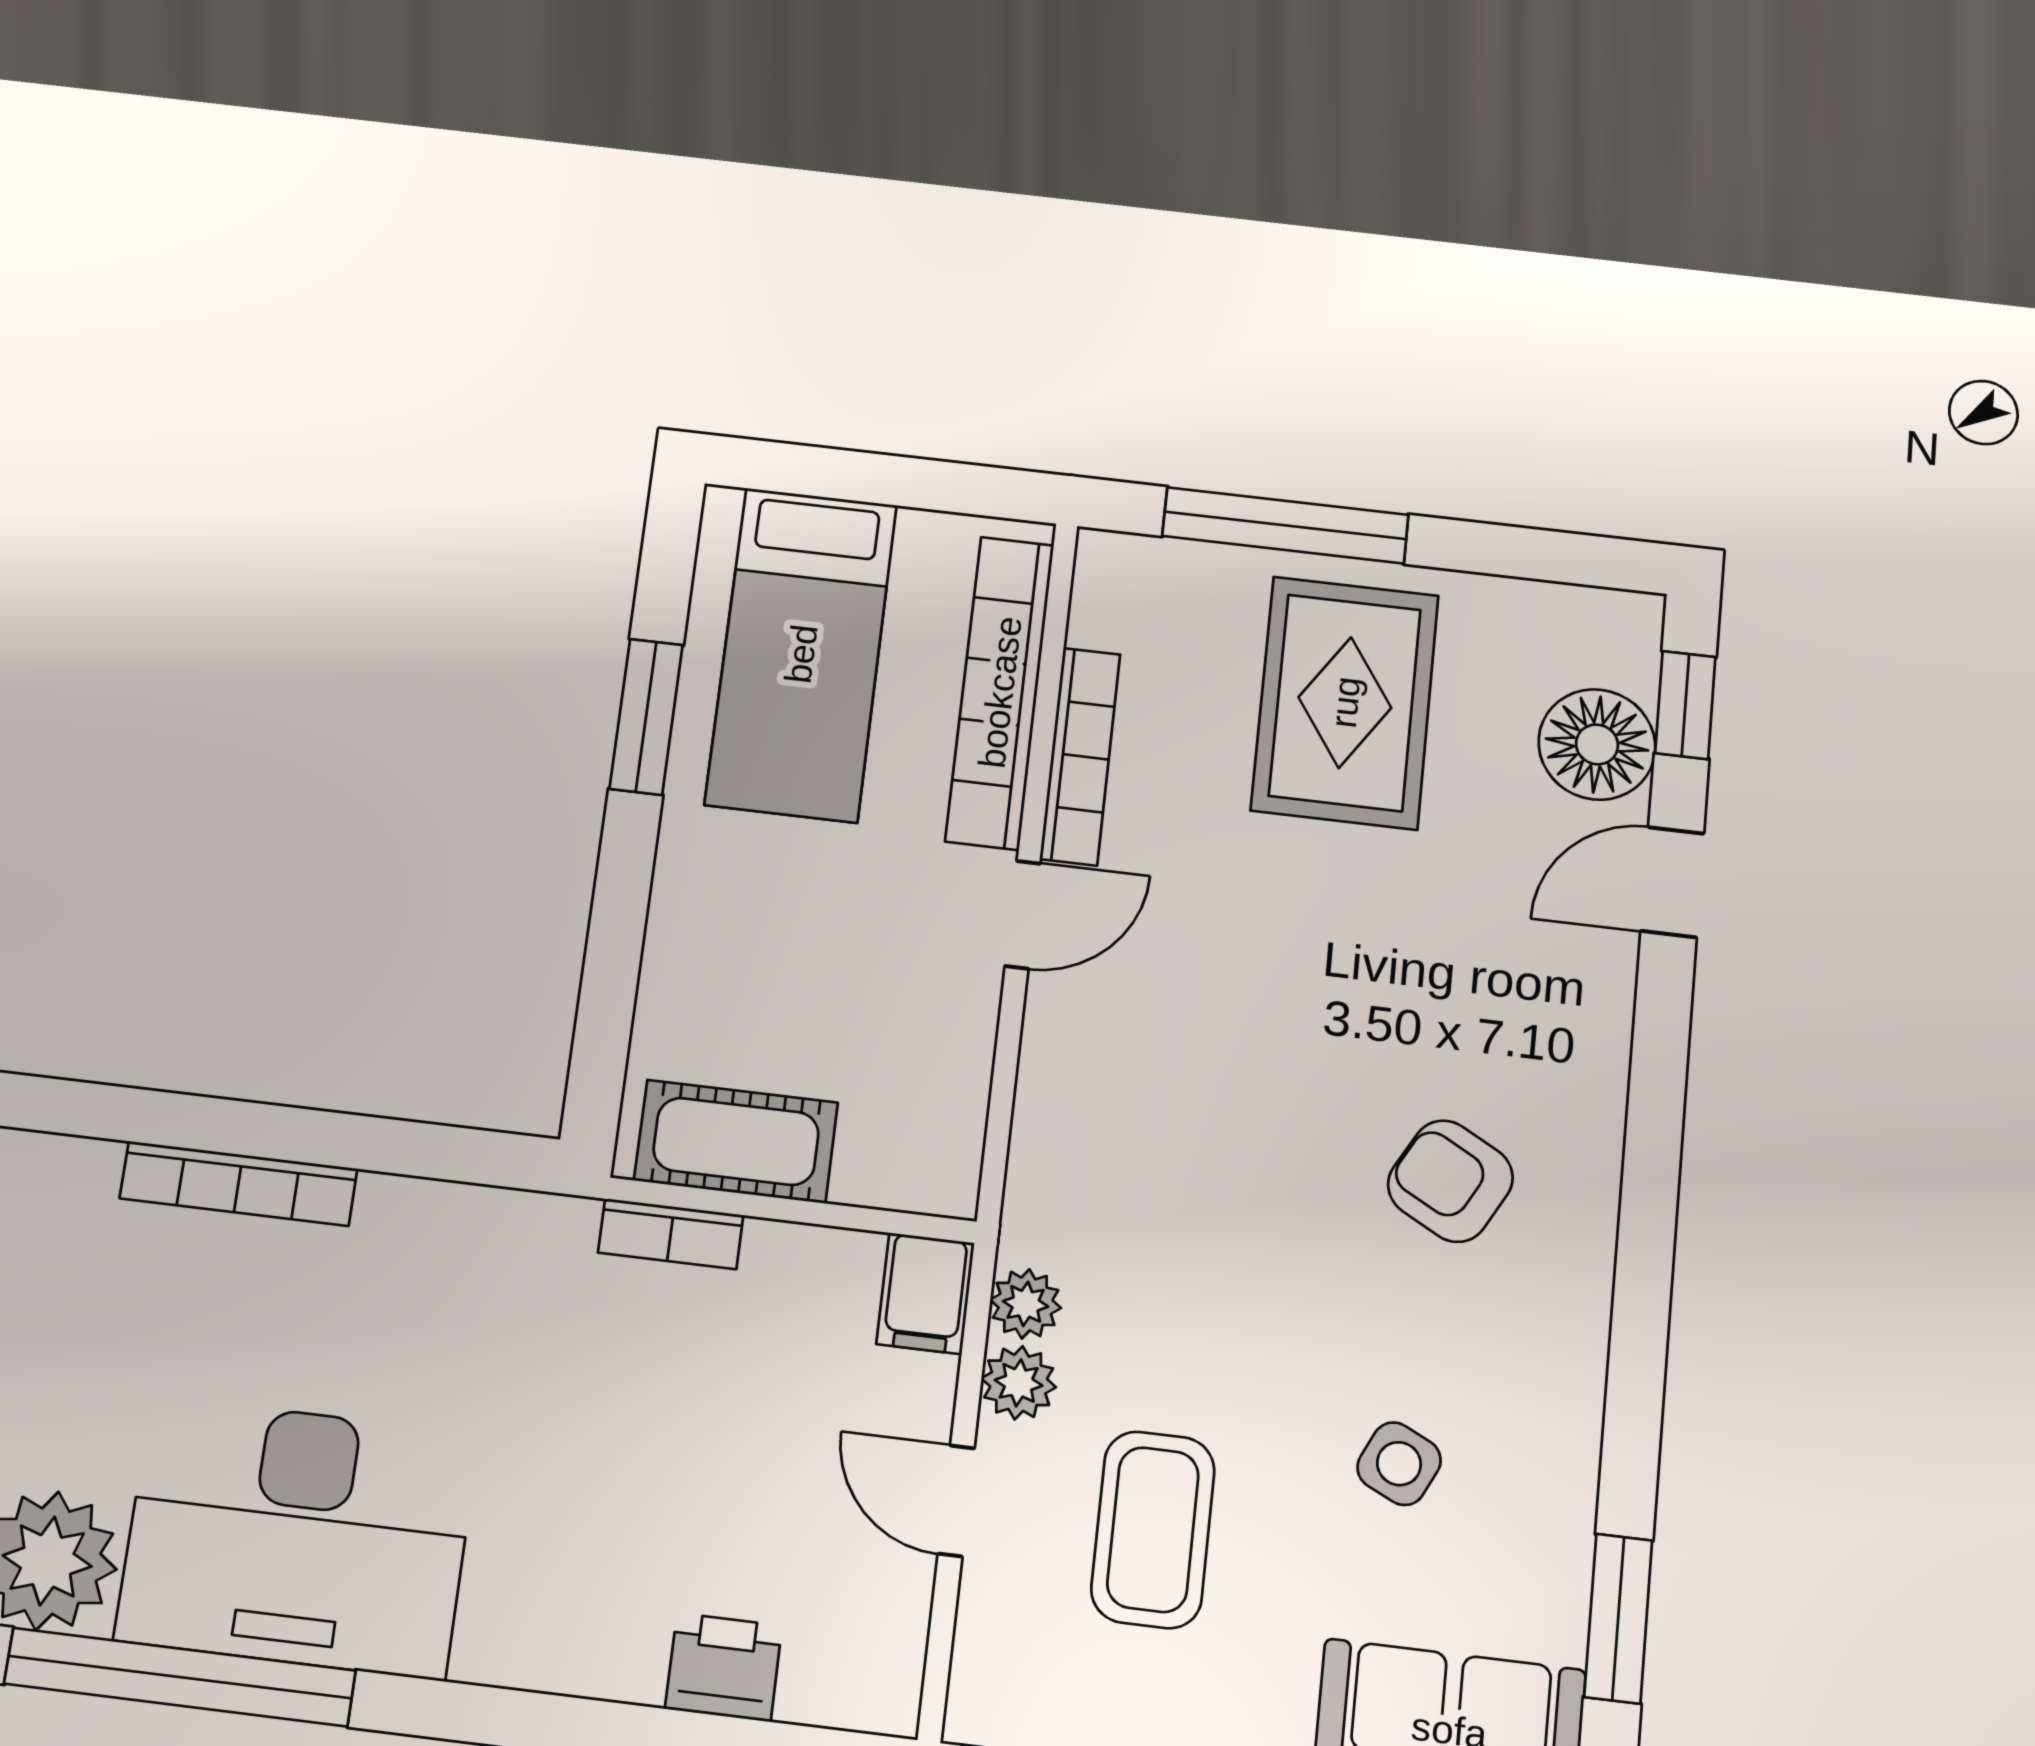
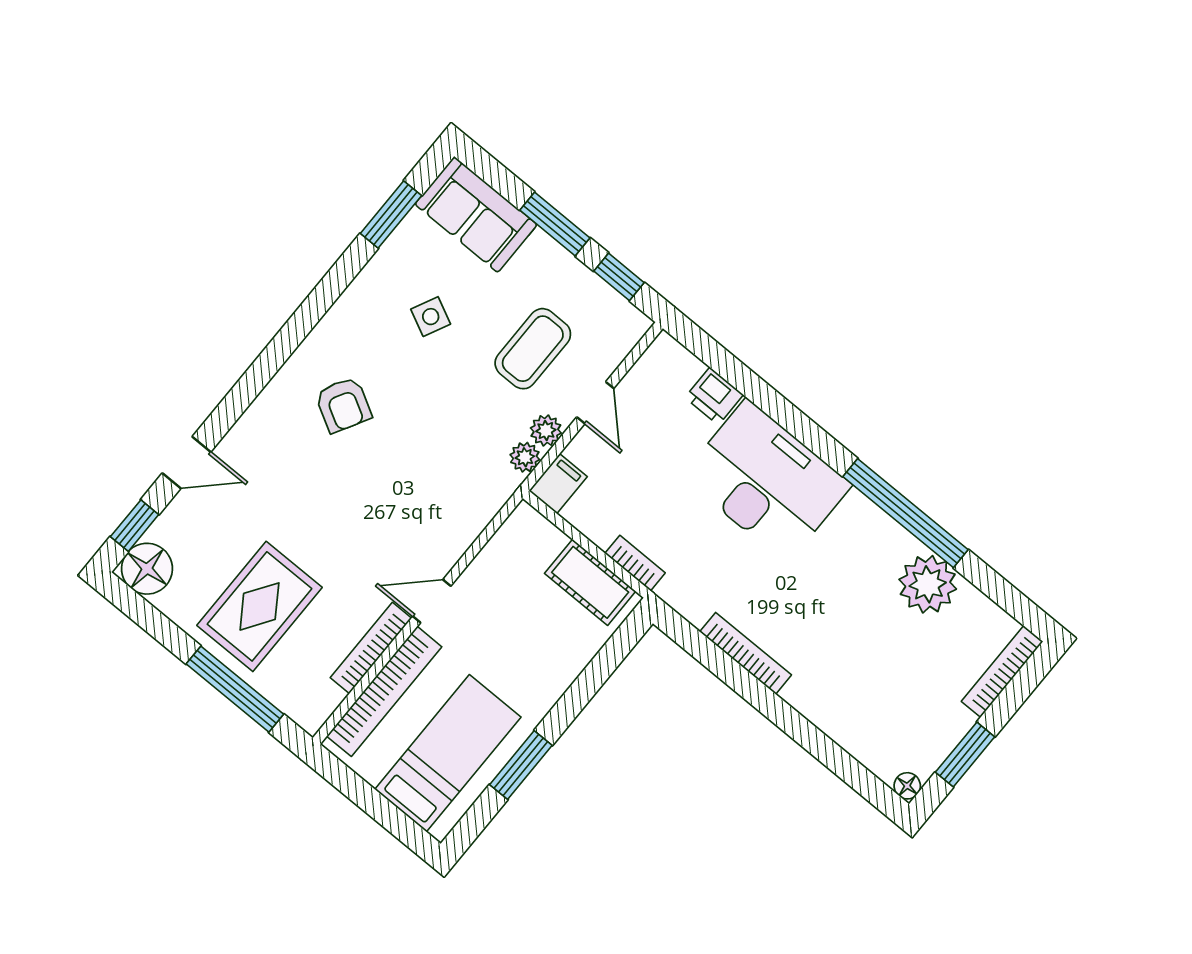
floor lamp: (1597, 744) -> (147, 569), moved
bookcase: (238, 1183) -> (746, 653), moved
desk: (298, 1537) -> (767, 481), moved

